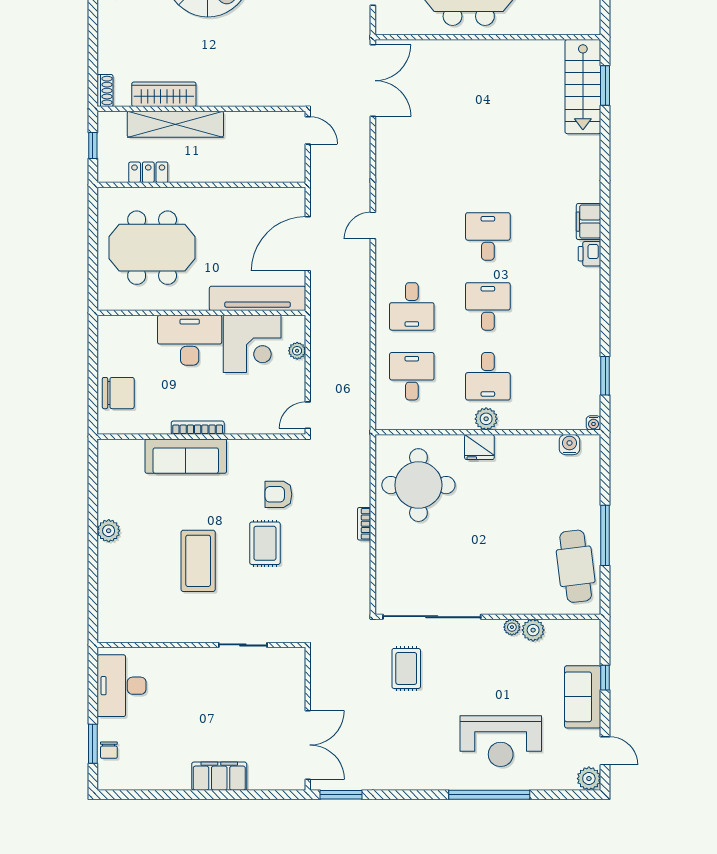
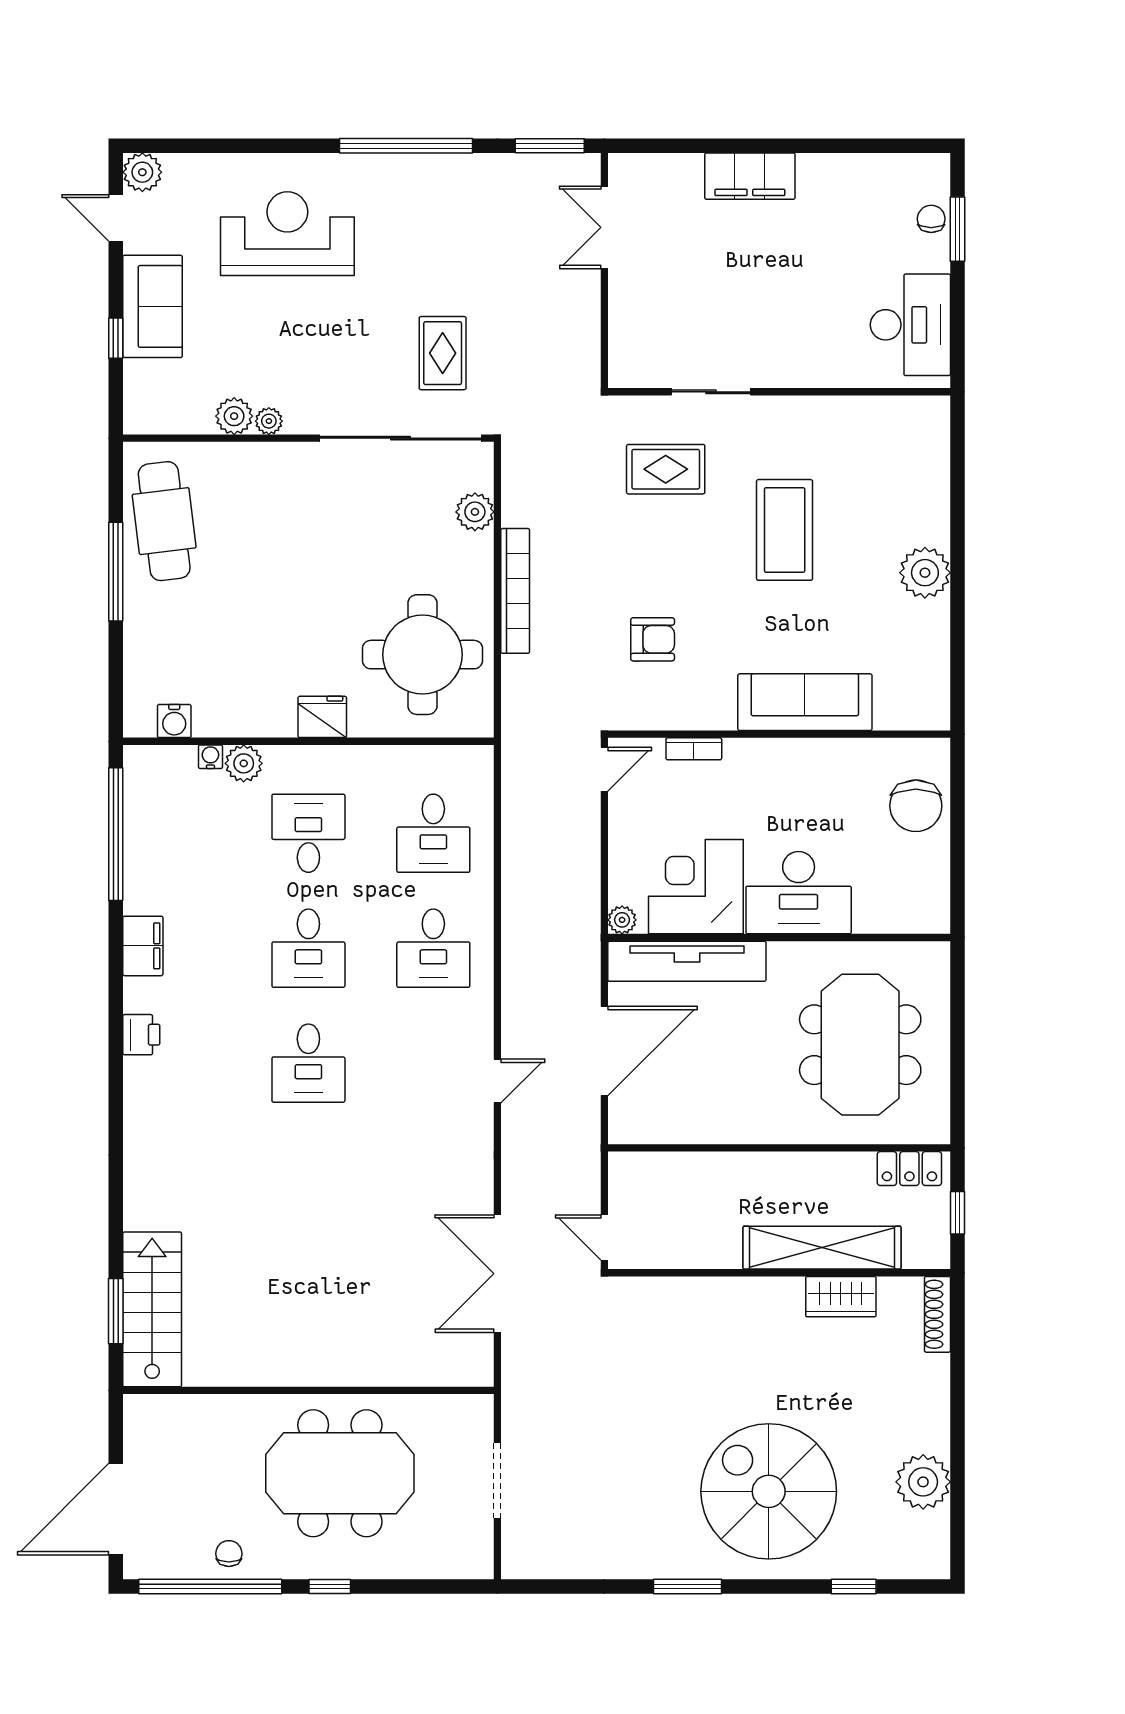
double door: (373, 81) -> (497, 1274), moved
shoe rack: (105, 91) -> (937, 1314), width x1.43
wardrobe: (164, 94) -> (841, 1297), width x0.67
locker: (148, 172) -> (909, 1169), moved
filing cabinet: (589, 222) -> (143, 946), moved
meeting table: (152, 248) -> (860, 1045), turned 90
desk: (412, 306) -> (433, 948), turned 180
plant: (297, 351) -> (622, 920), moved
window: (605, 376) -> (116, 834), width x2.11
chair: (118, 393) -> (916, 806), turned -90
plant: (486, 419) -> (244, 763), moved
water cooler: (593, 423) -> (210, 757), moved
bookcase: (198, 428) -> (694, 749), moved, width x0.64
bookcase: (364, 524) -> (515, 591), width x2.31, depth x1.31
plant: (109, 531) -> (925, 573), width x1.36, depth x1.36
rug: (265, 543) -> (666, 469), moved, turned 90
plant: (387, 572) -> (475, 512), added
double door: (308, 745) -> (604, 227), width x0.73
window: (489, 795) -> (406, 146), moved

